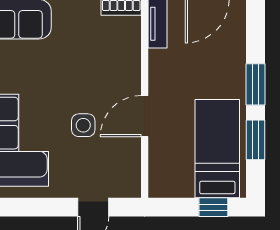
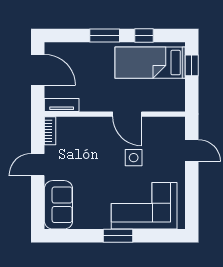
window: (256, 140) -> (144, 35), width x0.67

